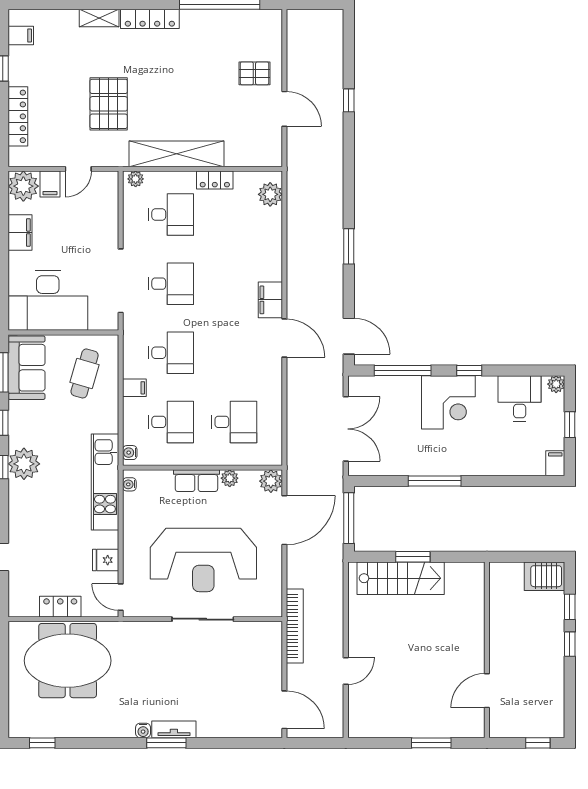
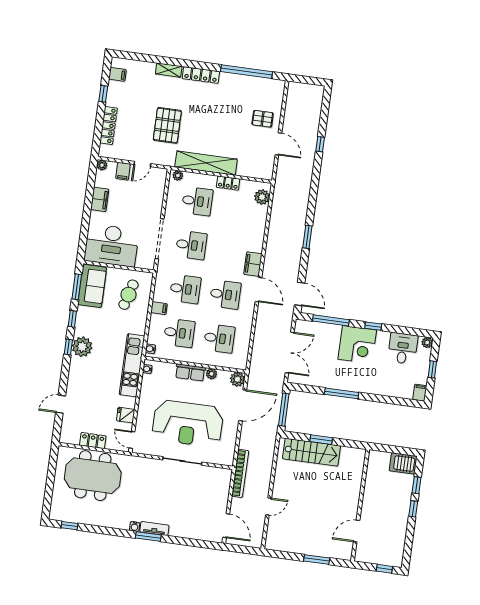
plant: (23, 186) -> (102, 165), width x0.53, depth x0.53
desk: (234, 353) -> (225, 294), added

